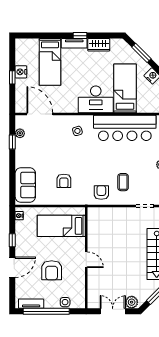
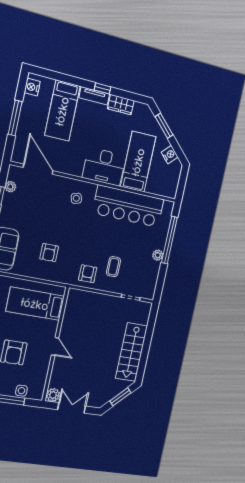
nightstand: (21, 72) -> (32, 87), moved
window: (12, 77) -> (15, 118), width x2.17
plant: (132, 302) -> (53, 395), moved

